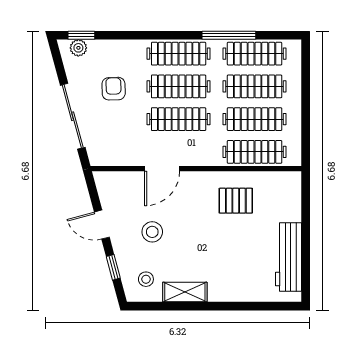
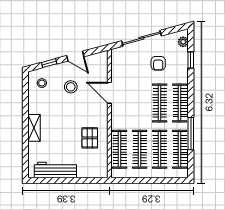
window: (81, 35) -> (191, 60), moved
armchair: (114, 89) -> (158, 63), turned 92
clothes rail: (179, 119) -> (140, 103), removed
door: (102, 225) -> (75, 56), swing flipped
shelving: (185, 292) -> (34, 128), moved

